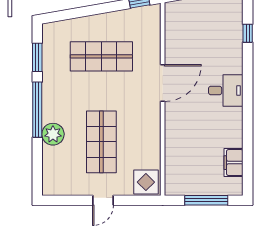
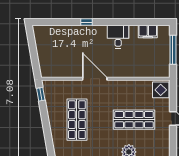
window: (248, 33) -> (86, 22), moved
desk: (226, 90) -> (118, 37), moved

